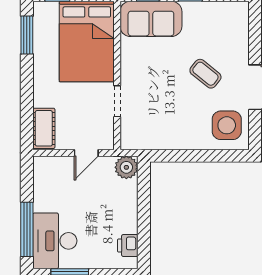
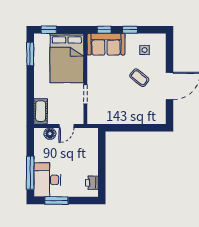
side table: (227, 125) -> (145, 50), moved, width x0.54, depth x0.54
floor lamp: (59, 165) -> (50, 134), added
plant: (126, 167) -> (91, 135), removed

